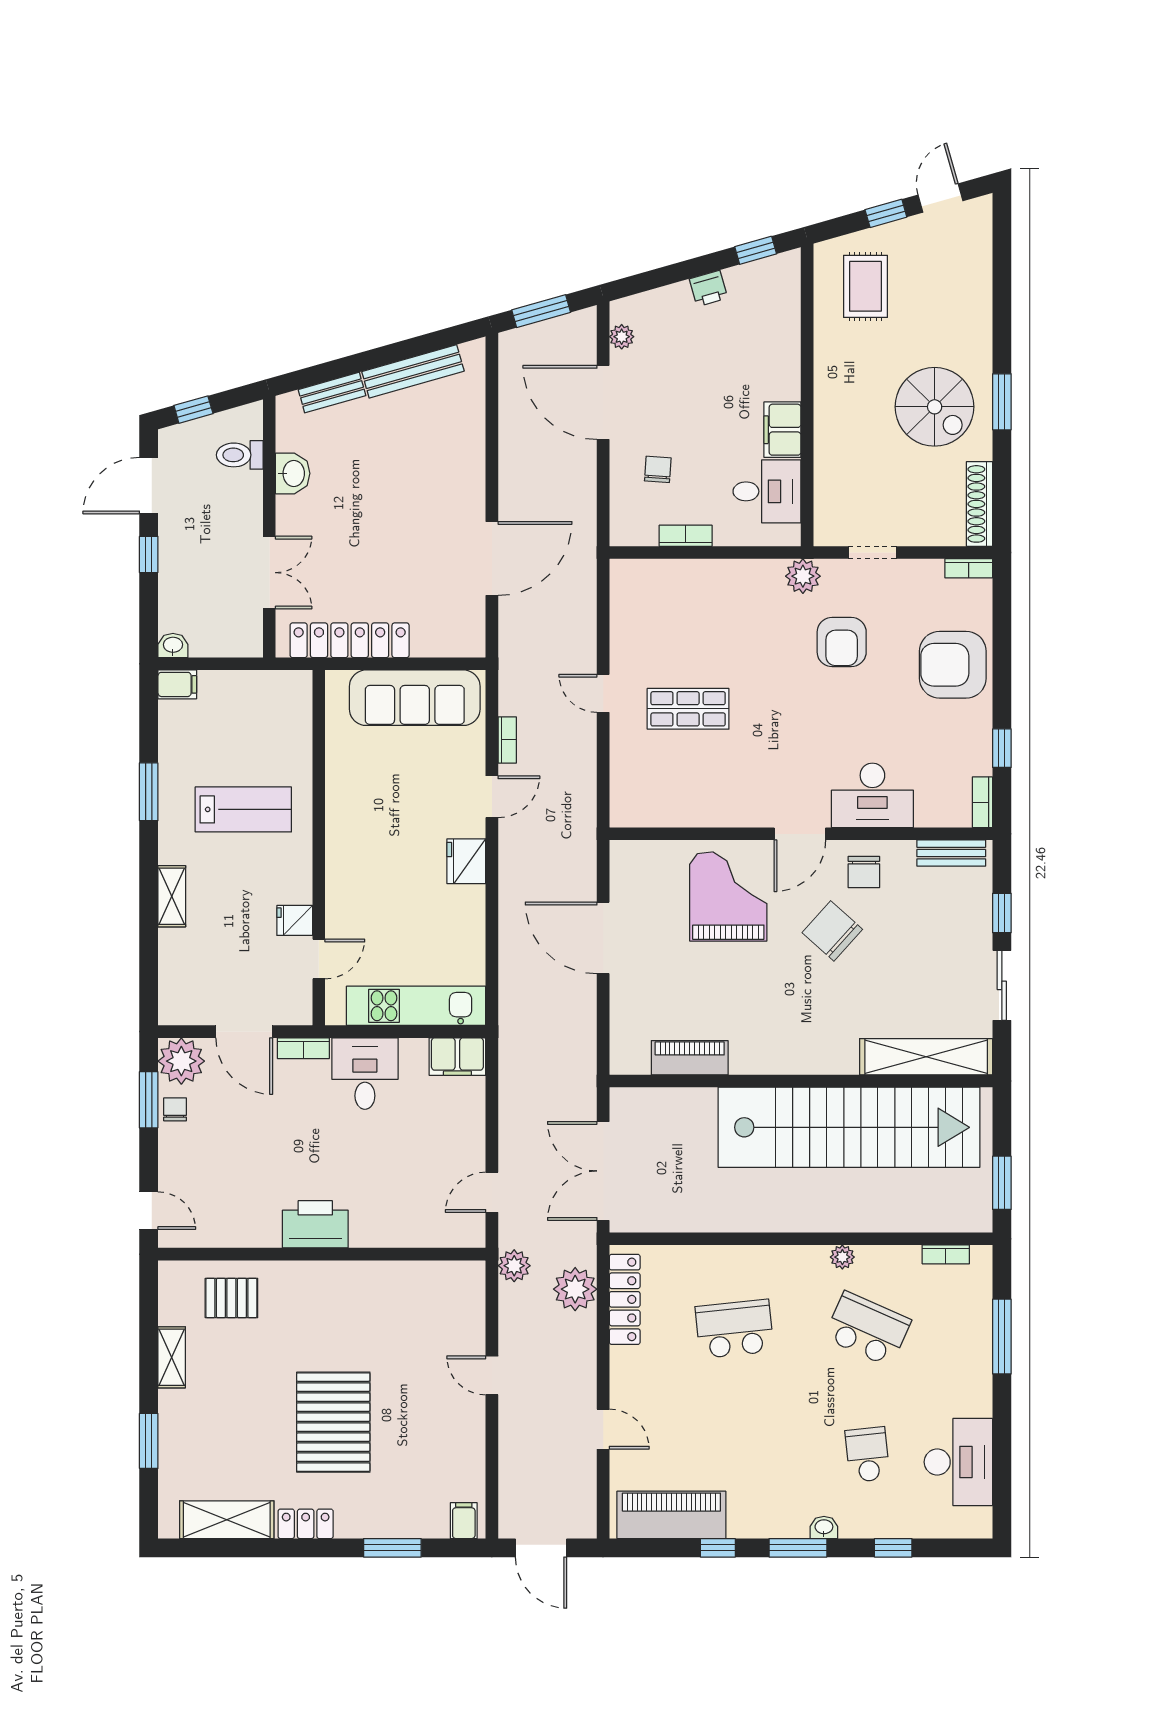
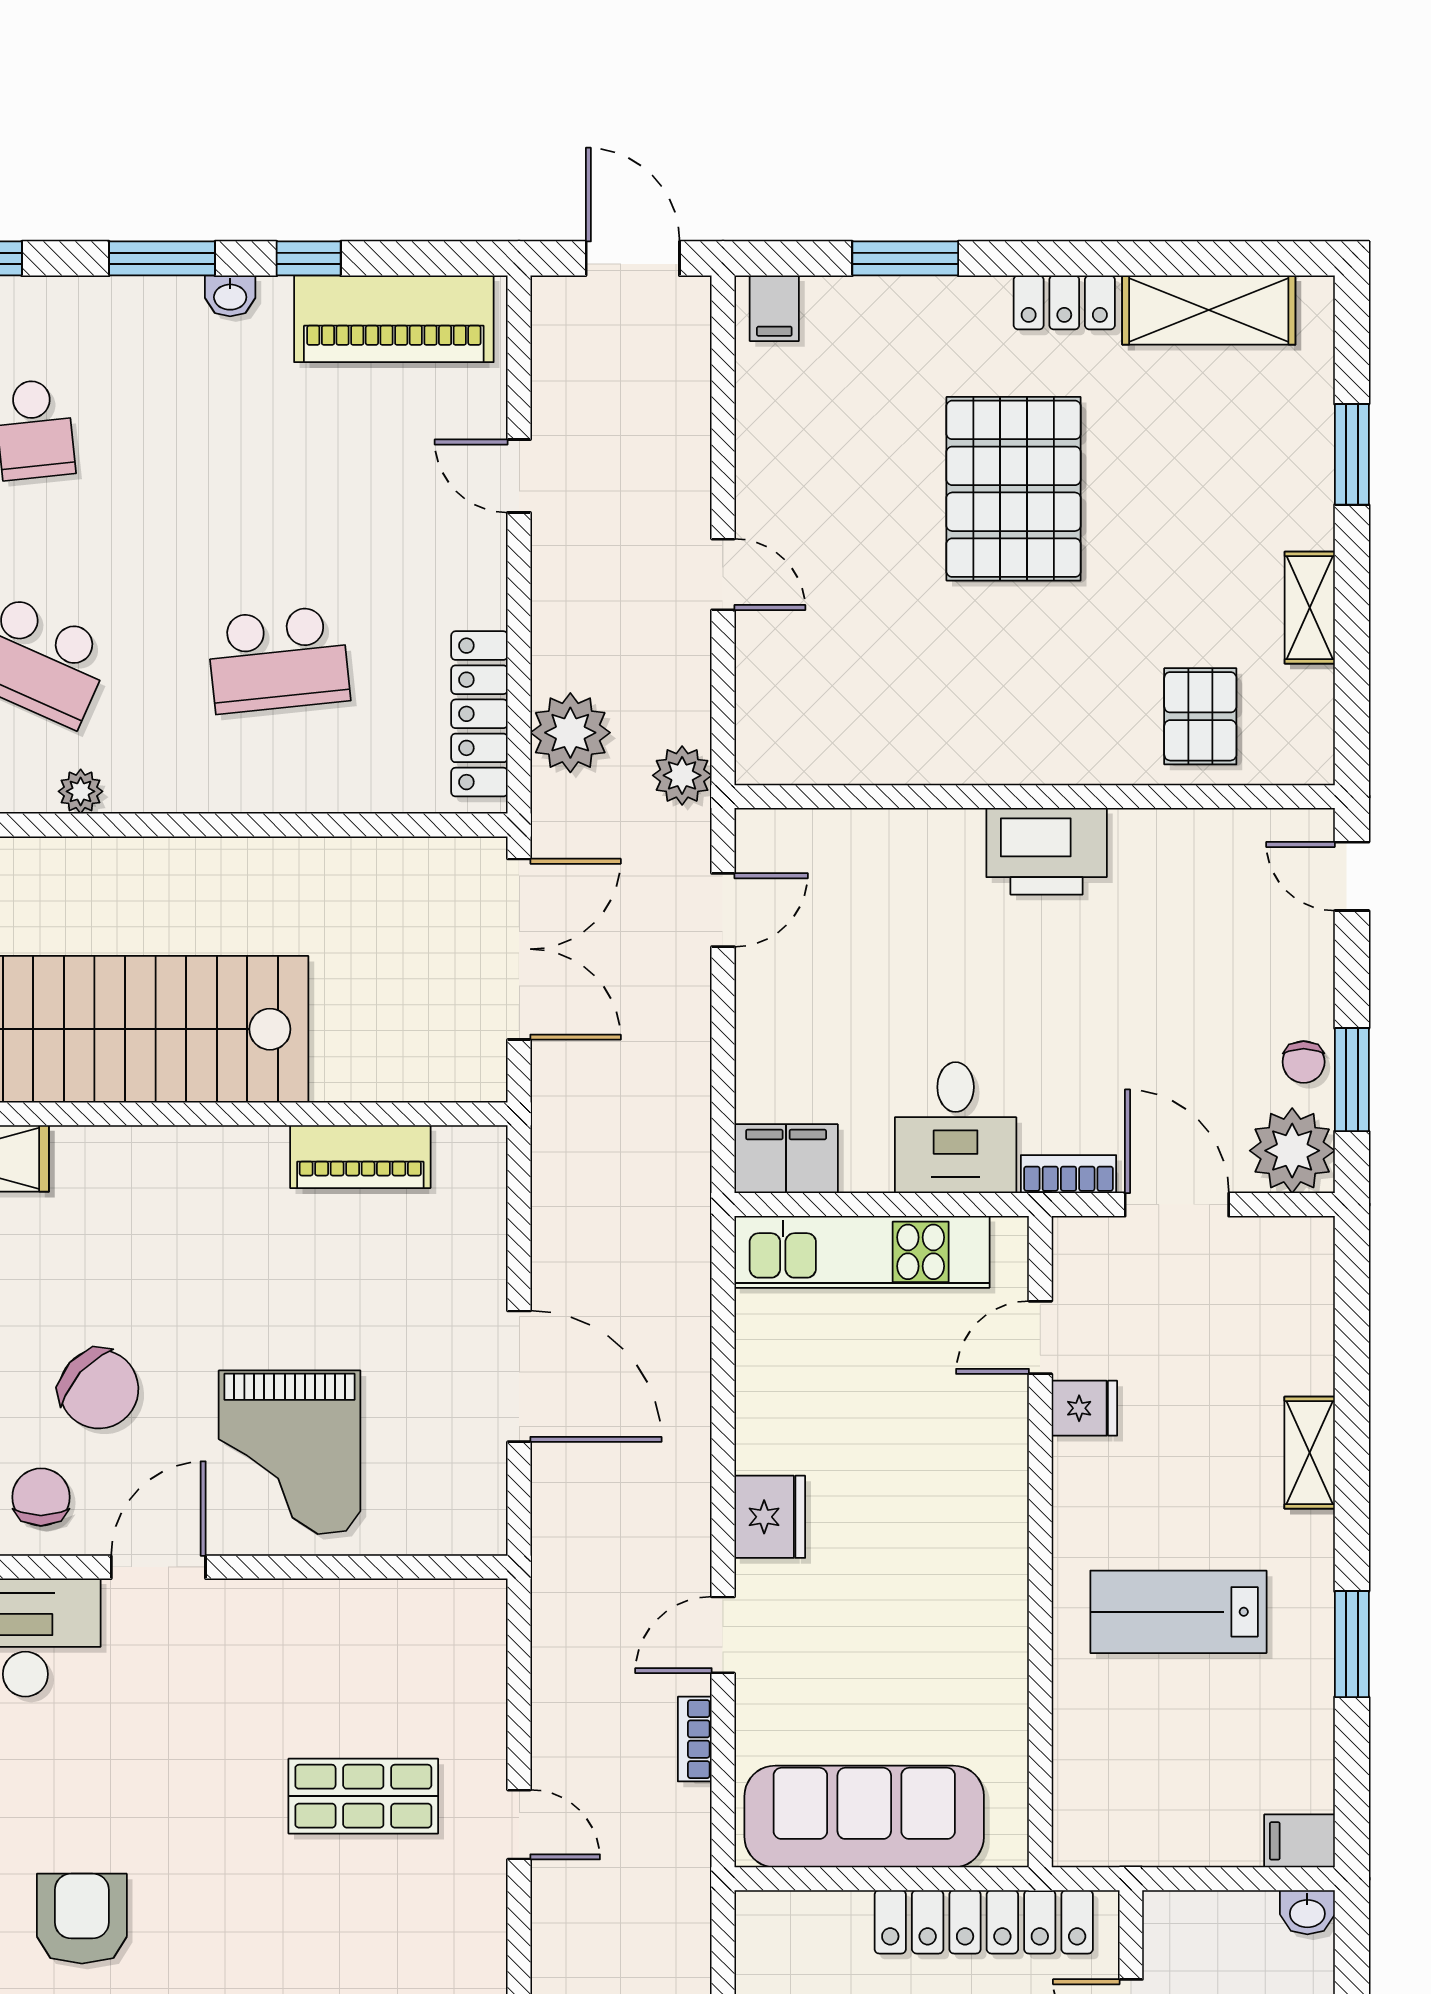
pallet: (231, 1298) -> (1200, 716), turned 90
washbasin: (824, 1527) -> (230, 296), moved

